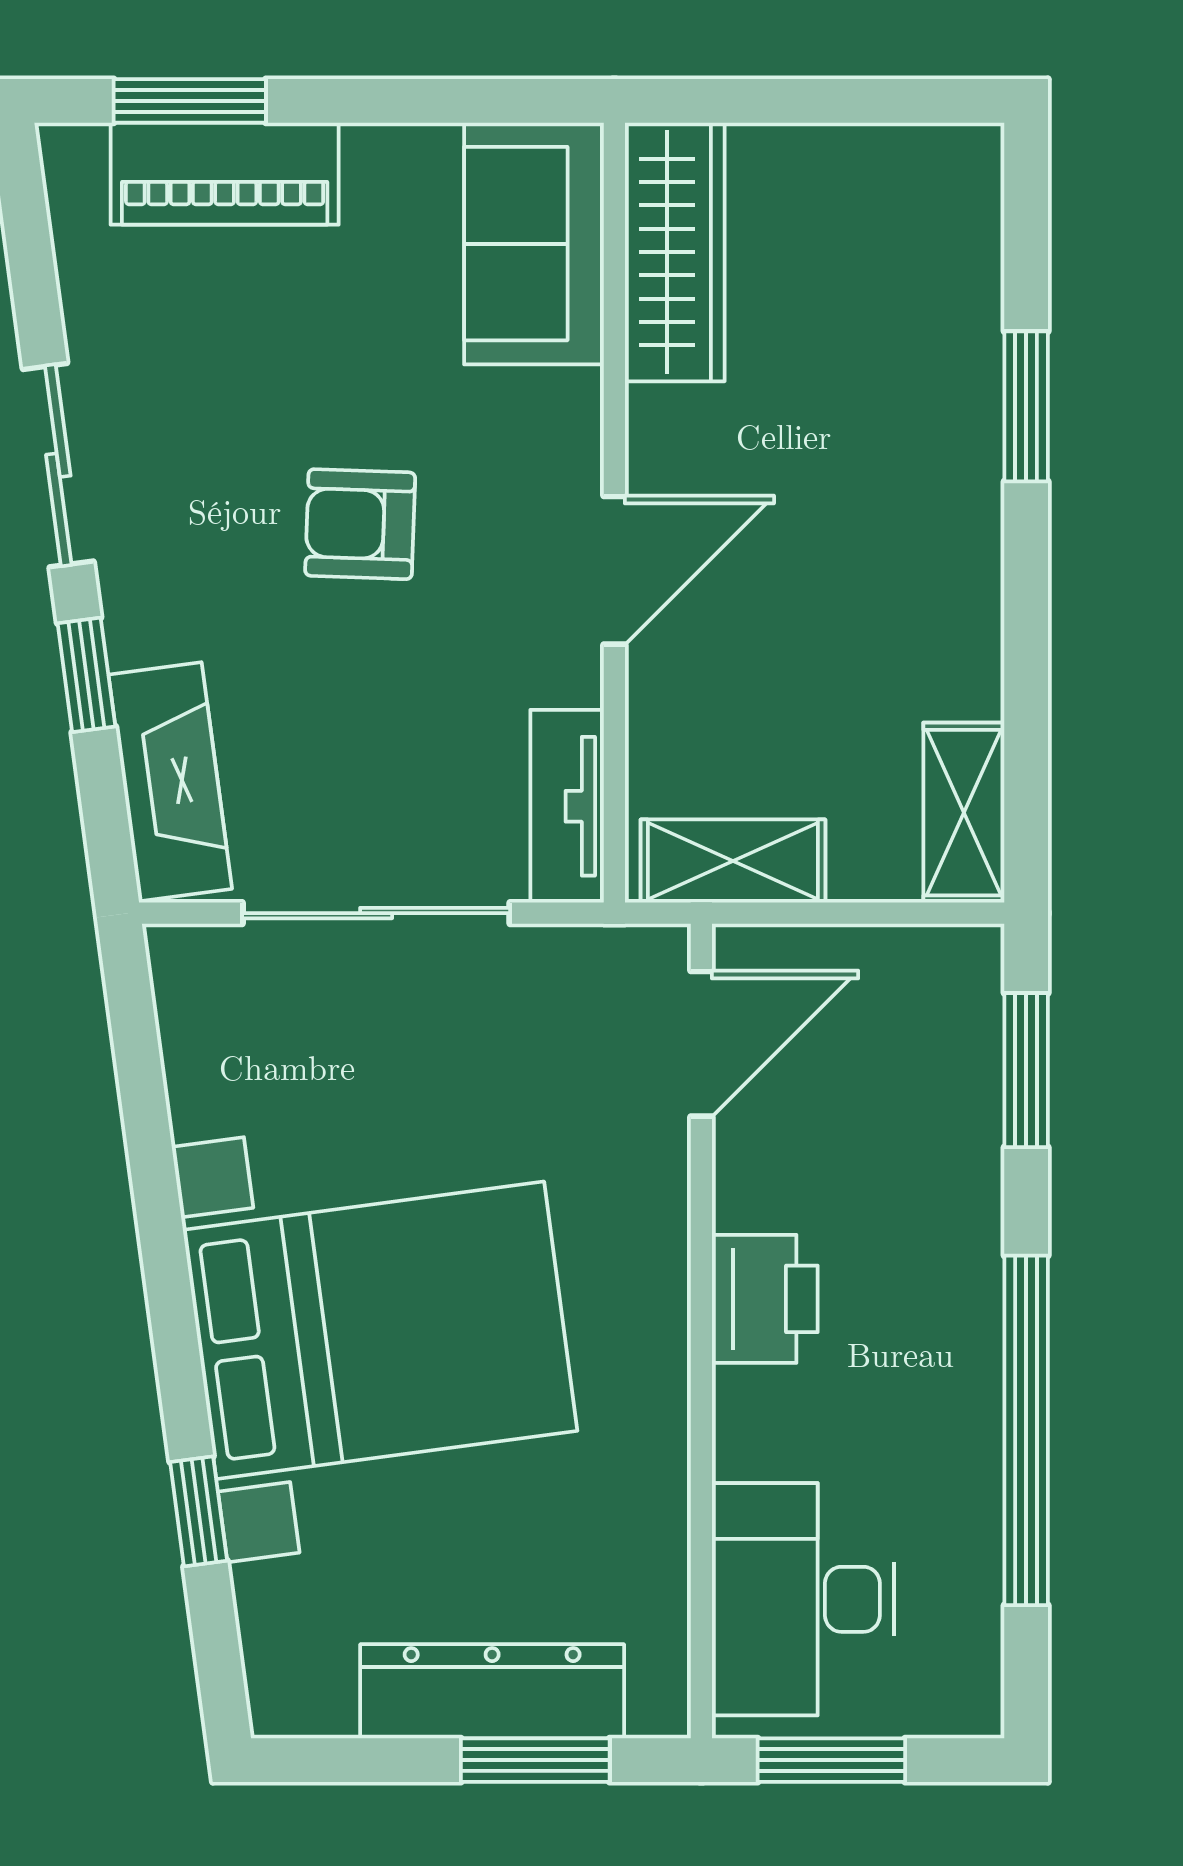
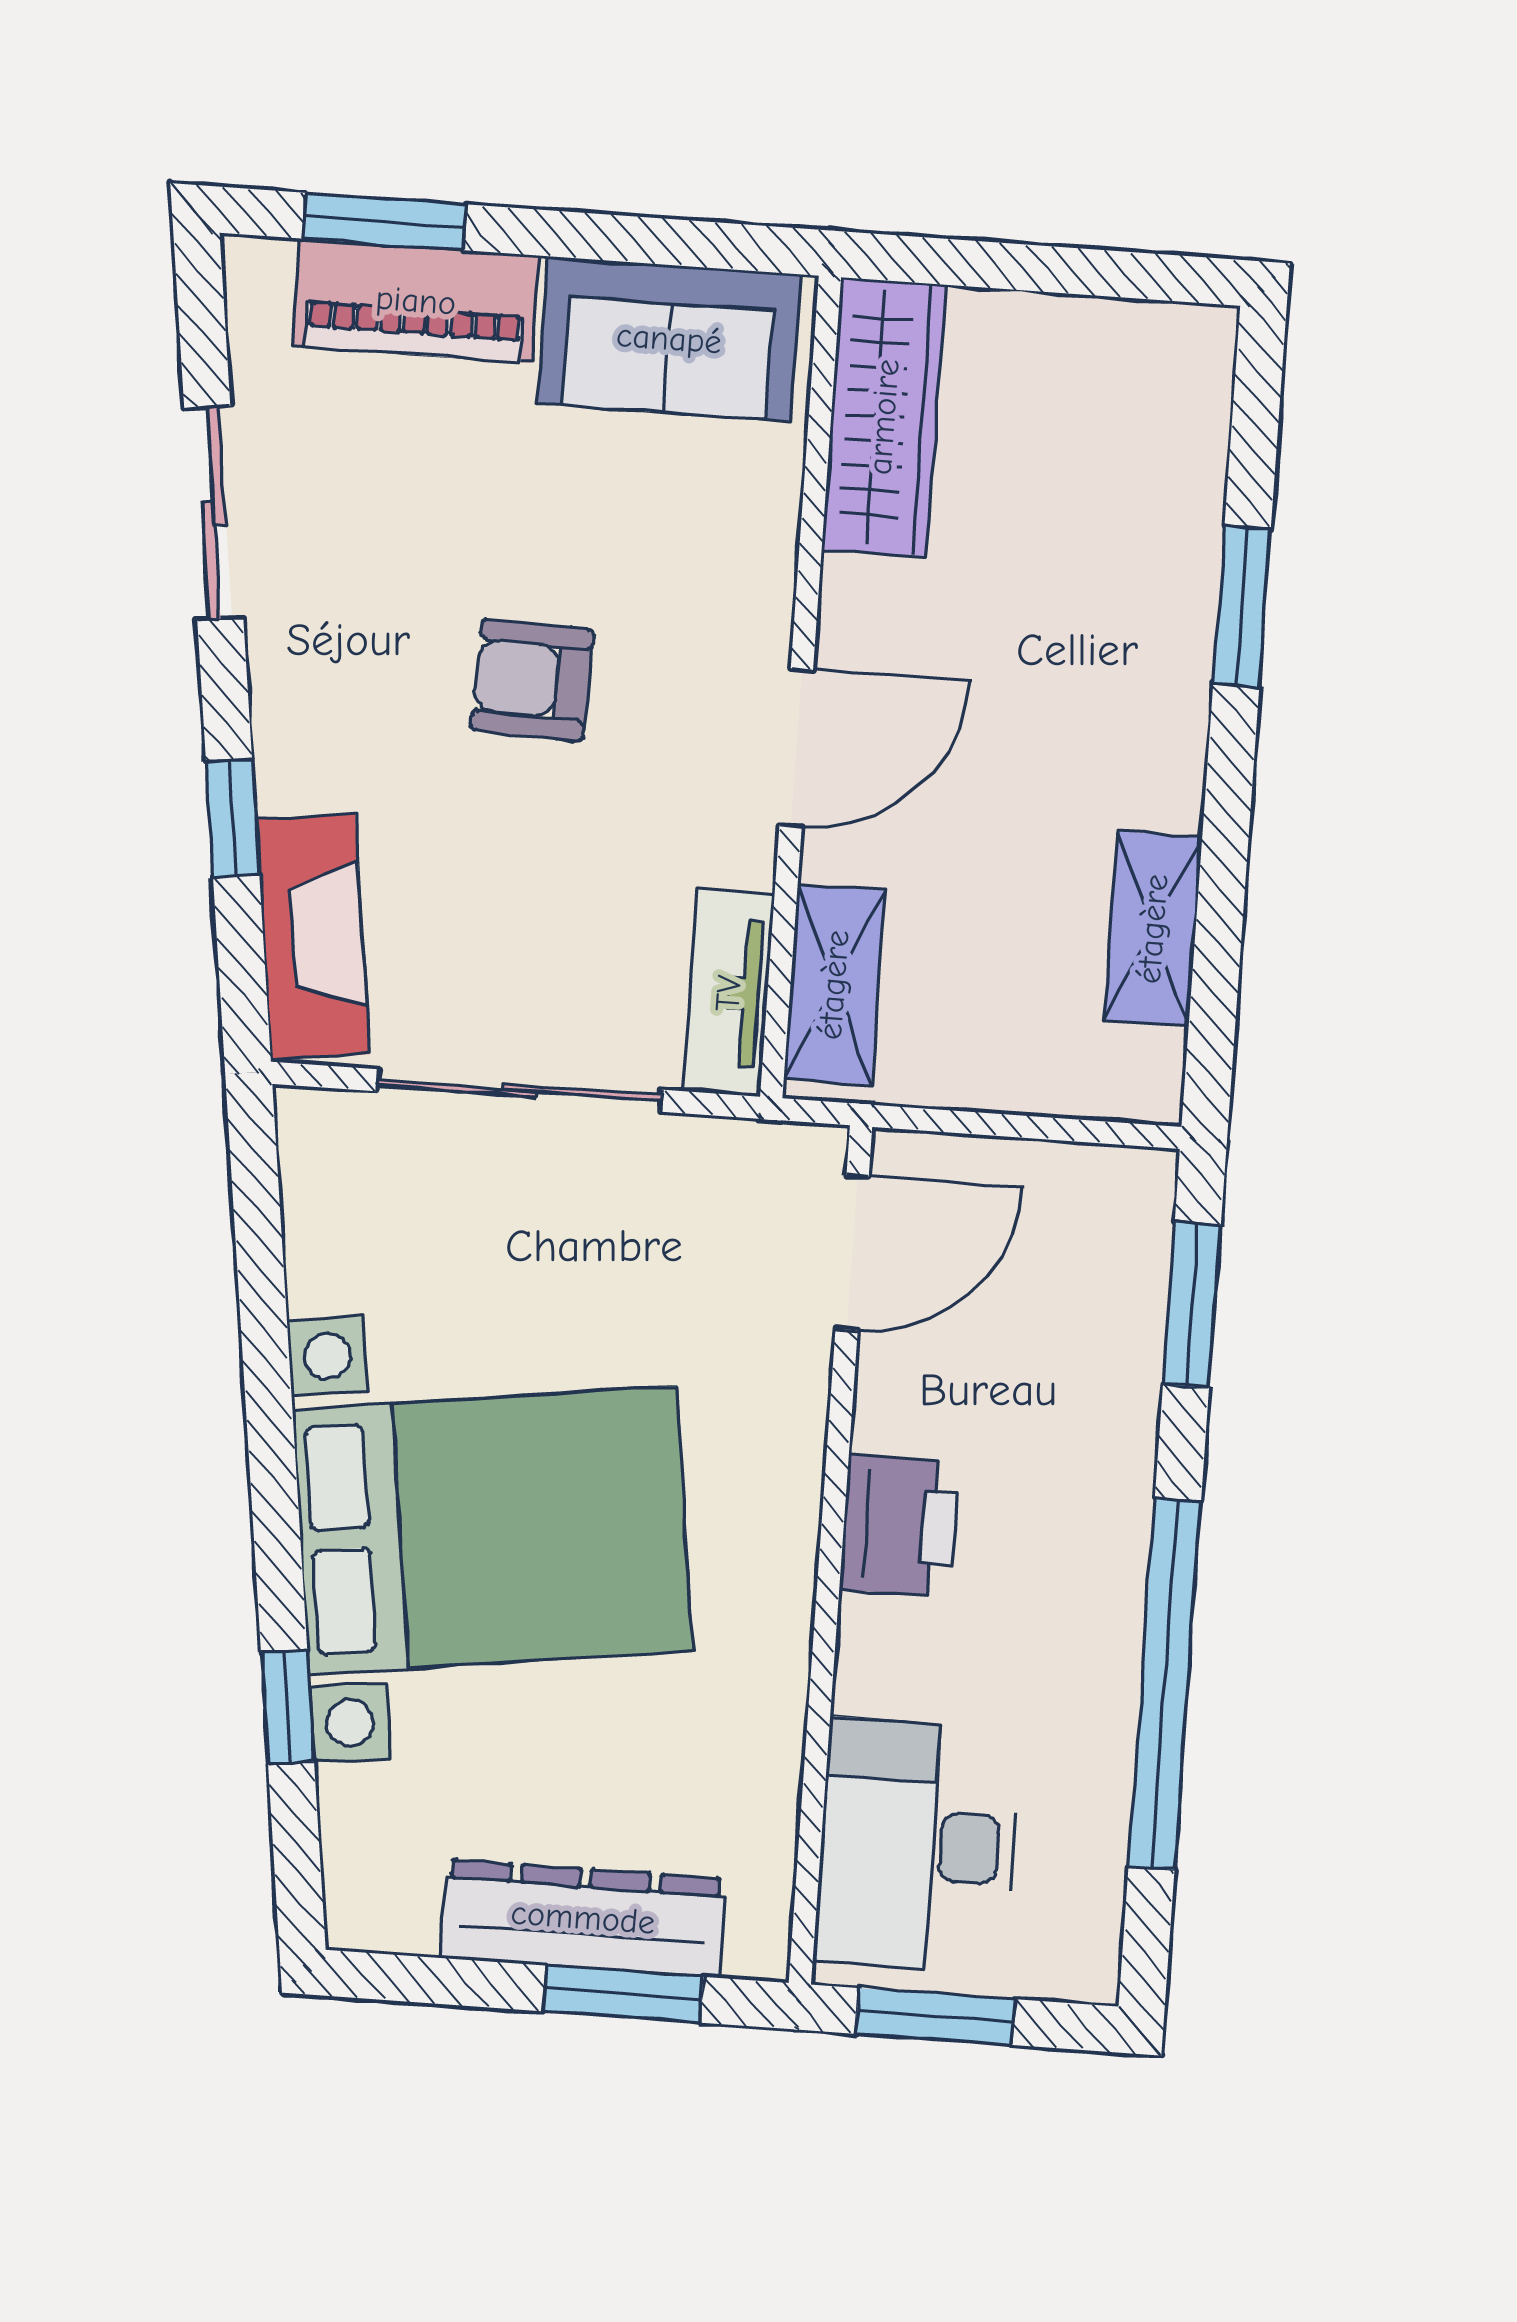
sofa: (534, 244) -> (669, 339), moved, turned -90
sliding door: (58, 465) -> (214, 513), moved
shelving: (964, 813) -> (1153, 929), moved
shelving: (733, 861) -> (834, 985), moved, turned 90

